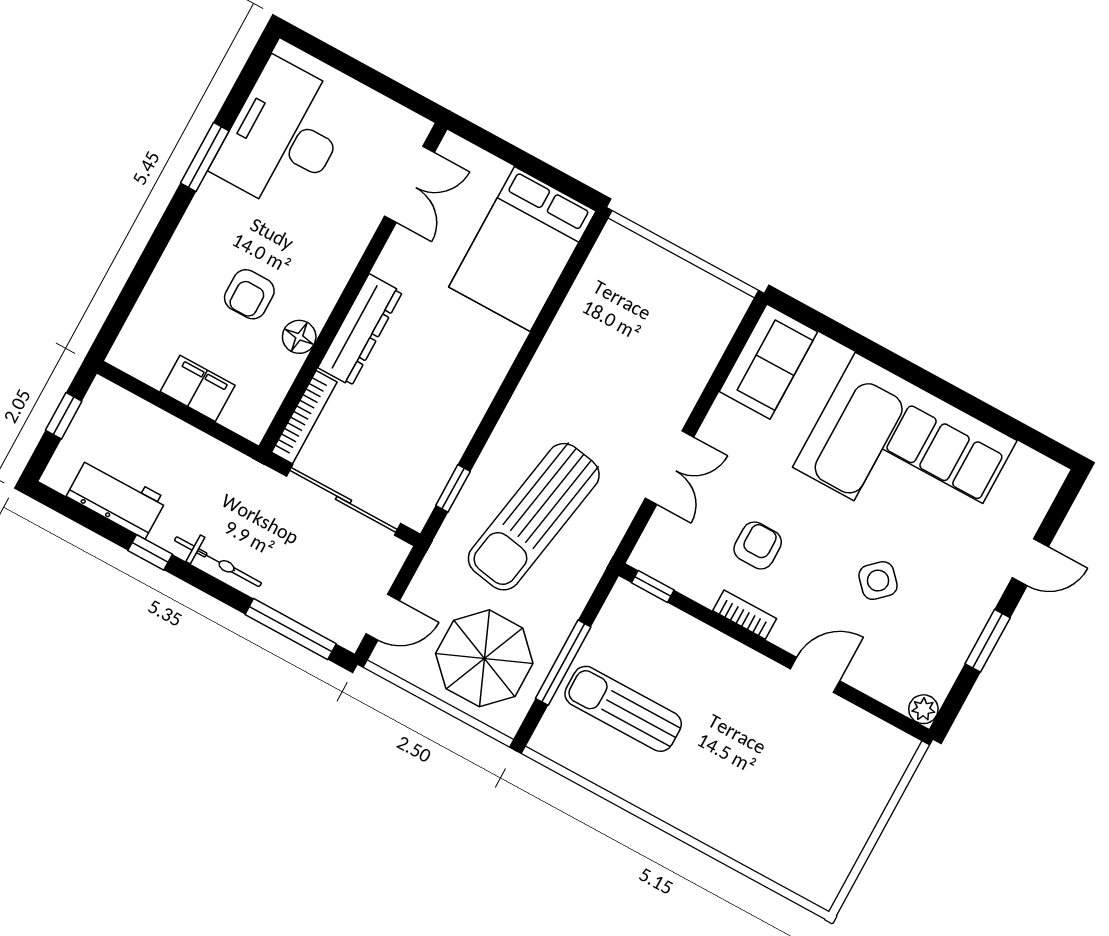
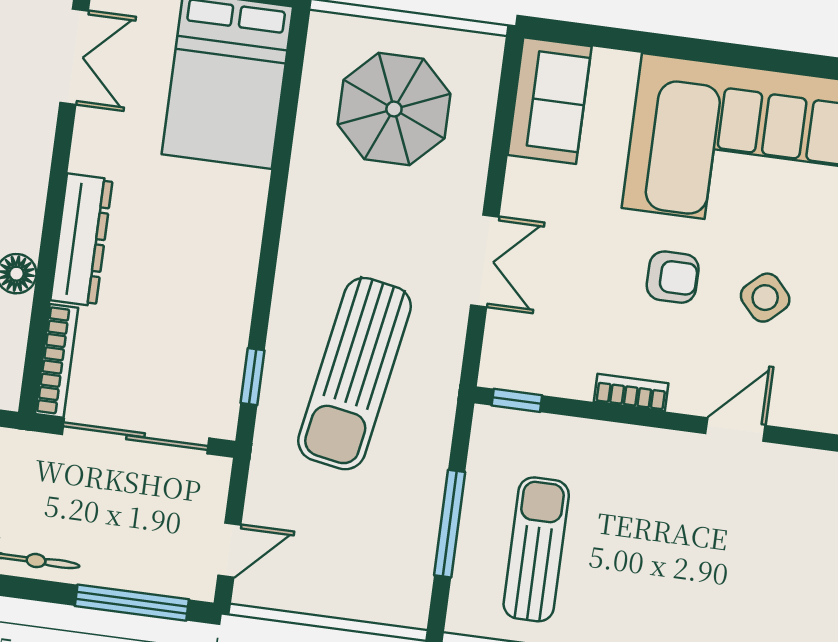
armchair: (758, 545) -> (673, 277), moved, turned 90
parasol: (484, 658) -> (394, 109), moved
sun lounger: (623, 709) -> (536, 549), turned 90

